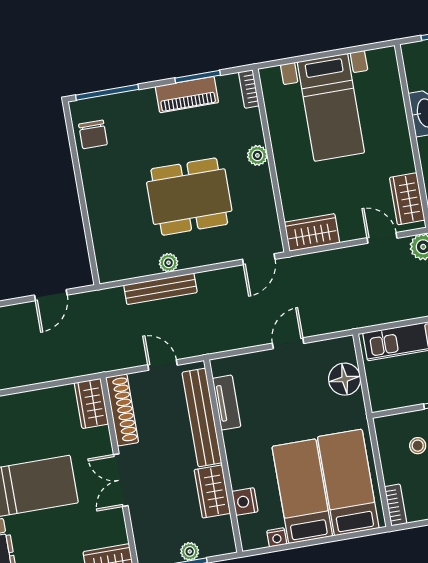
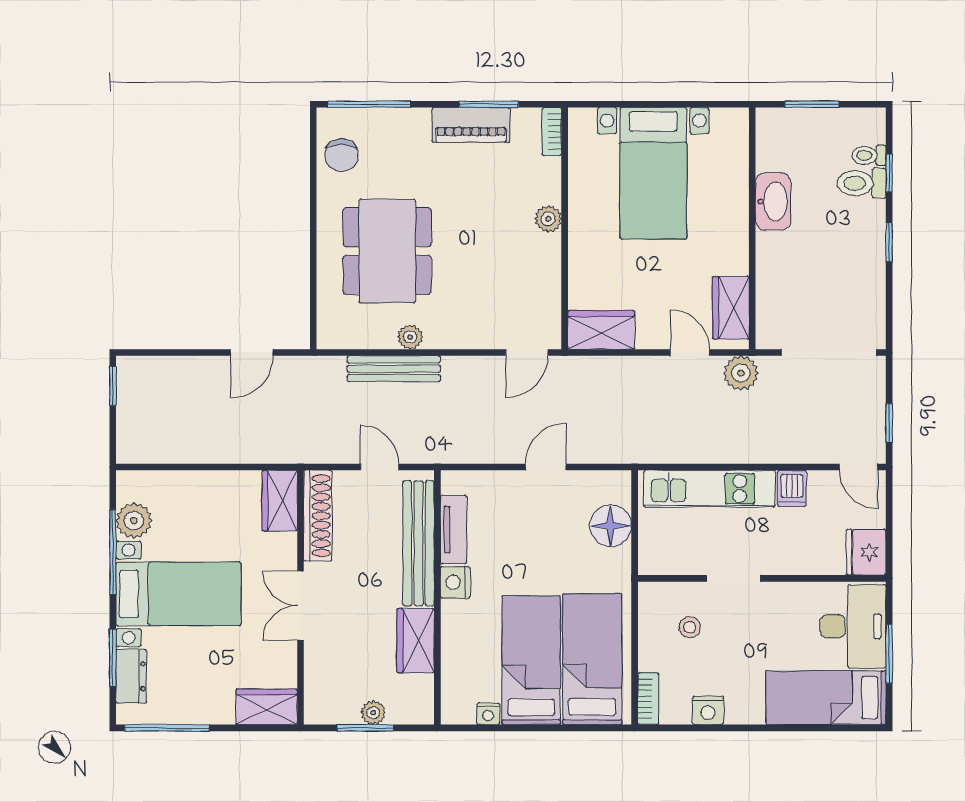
dining table: (189, 197) -> (387, 251), moved, turned 90
nightstand: (245, 502) -> (455, 582), moved

